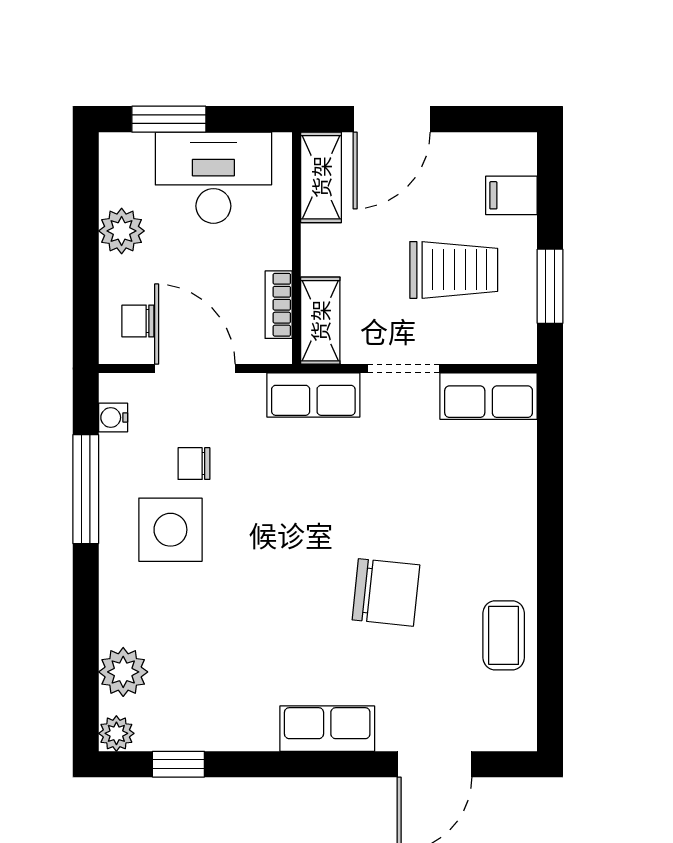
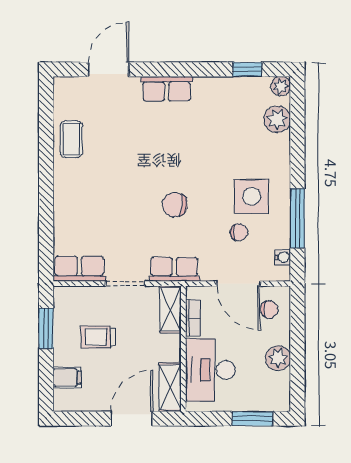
desk: (213, 178) -> (210, 370), moved, turned 90
trolley: (454, 270) -> (98, 337), width x0.73, depth x0.72
chair: (386, 592) -> (175, 205), moved, width x0.73, depth x0.73

